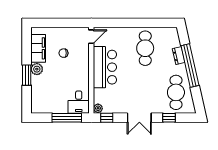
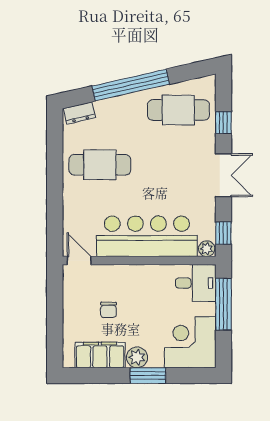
dresser: (179, 56) -> (79, 113), moved
bar counter: (105, 67) -> (147, 236), width x1.36
corner desk: (45, 99) -> (190, 342), added

